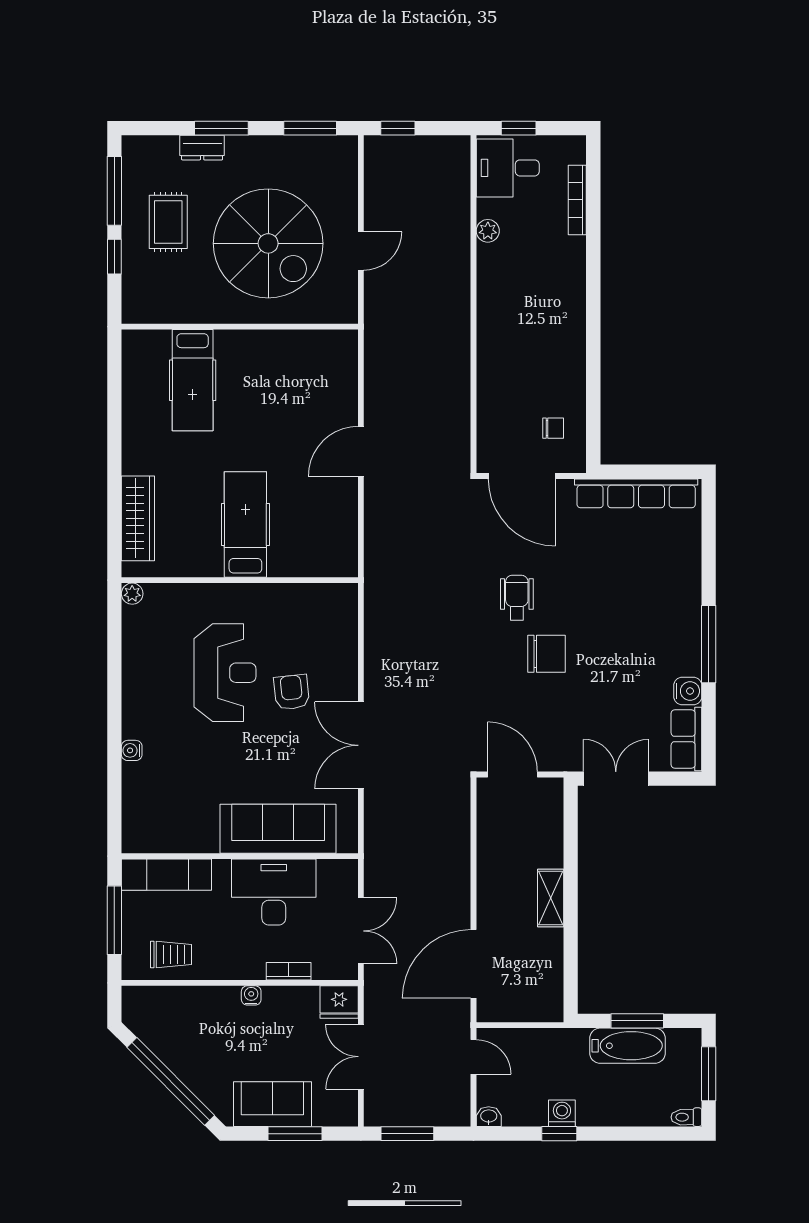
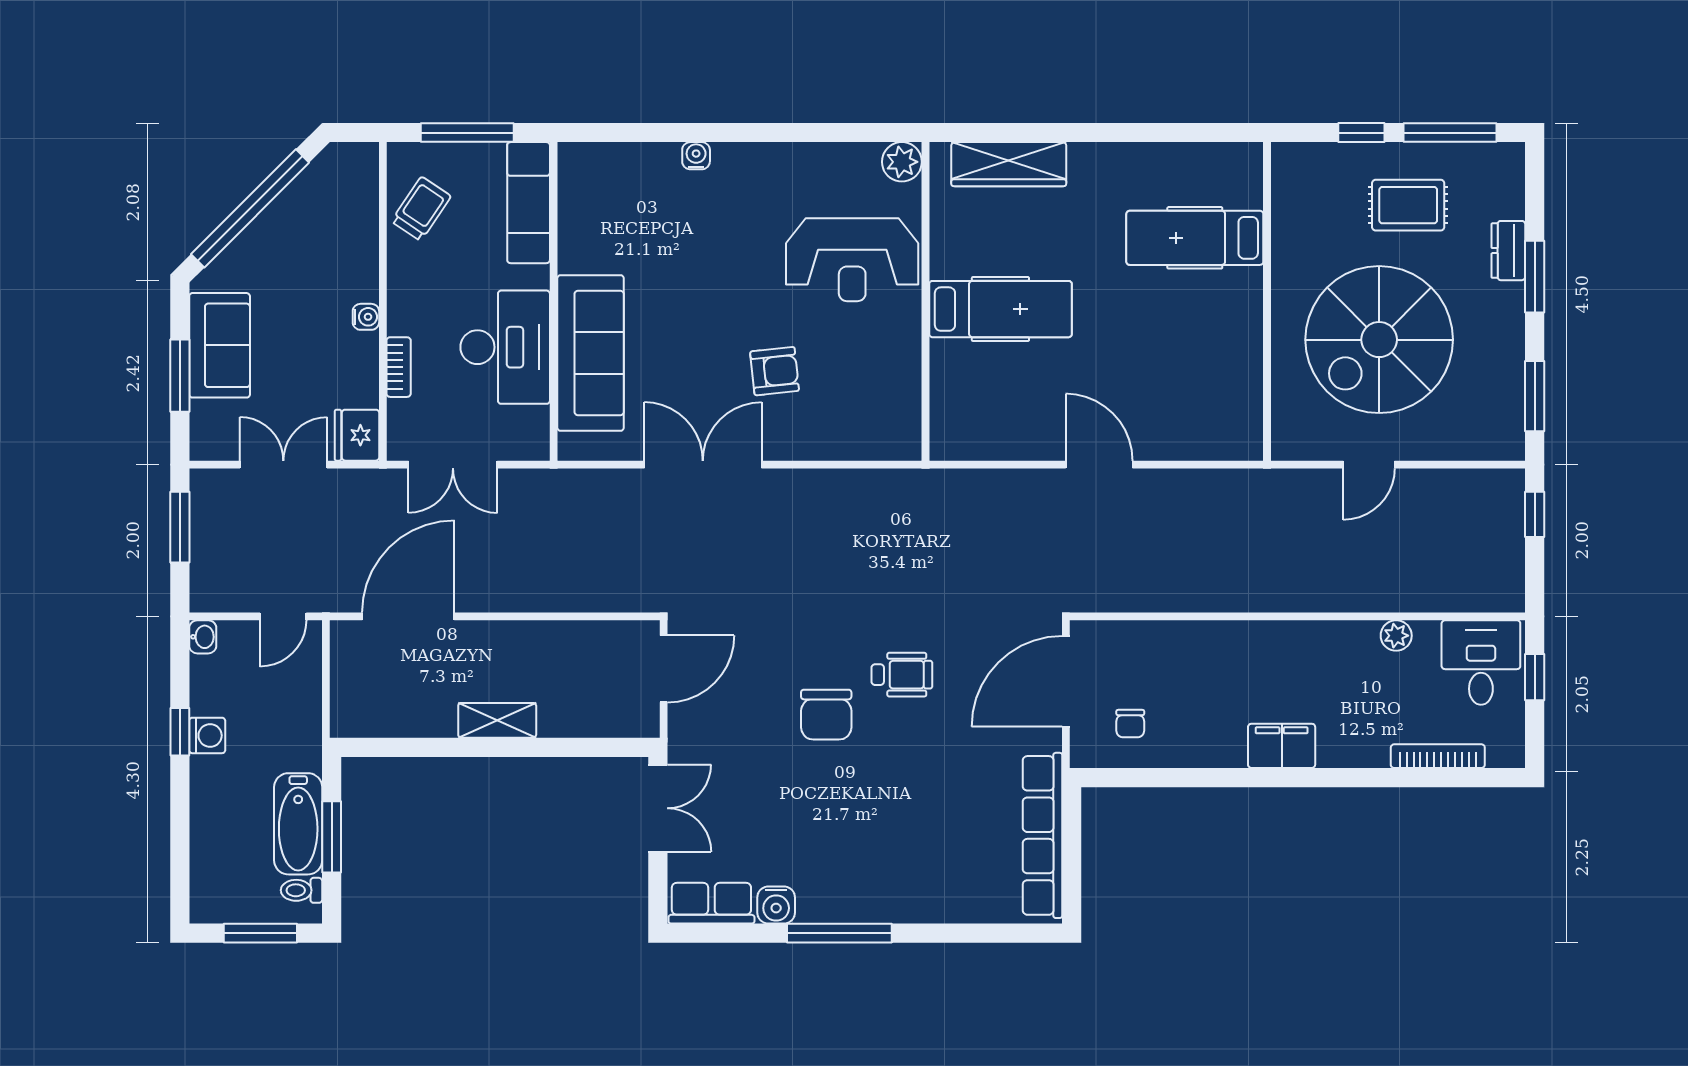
door: (361, 251) -> (1369, 465), hinge flipped
filing cabinet: (570, 316) -> (1282, 746), added
plant: (132, 594) -> (902, 162), width x1.38, depth x1.38
reception desk: (225, 673) -> (852, 260), moved
trolley: (171, 954) -> (421, 209), turned -146
door: (474, 964) -> (408, 616), hinge flipped
toilet: (686, 1117) -> (301, 890), moved, turned -90

